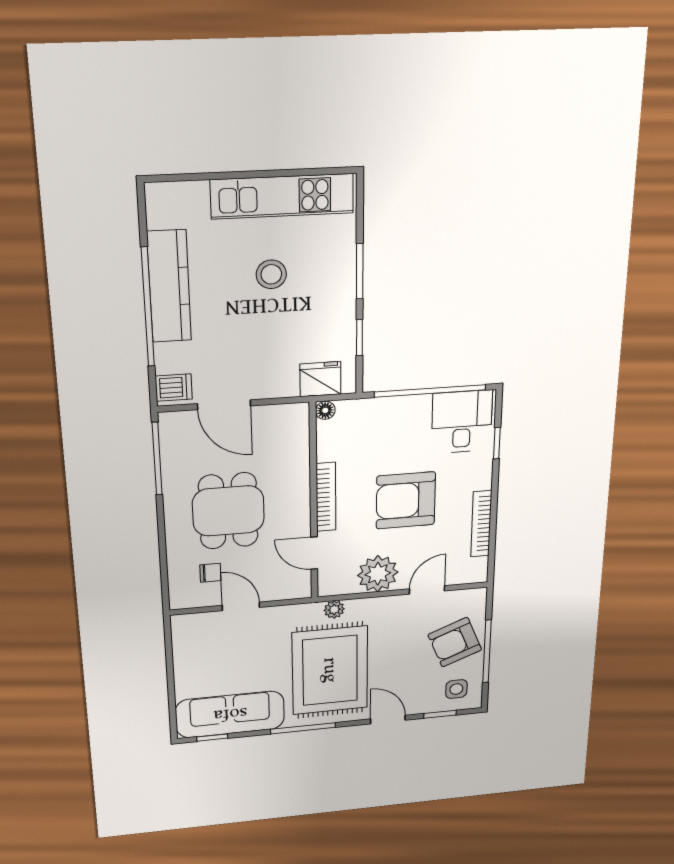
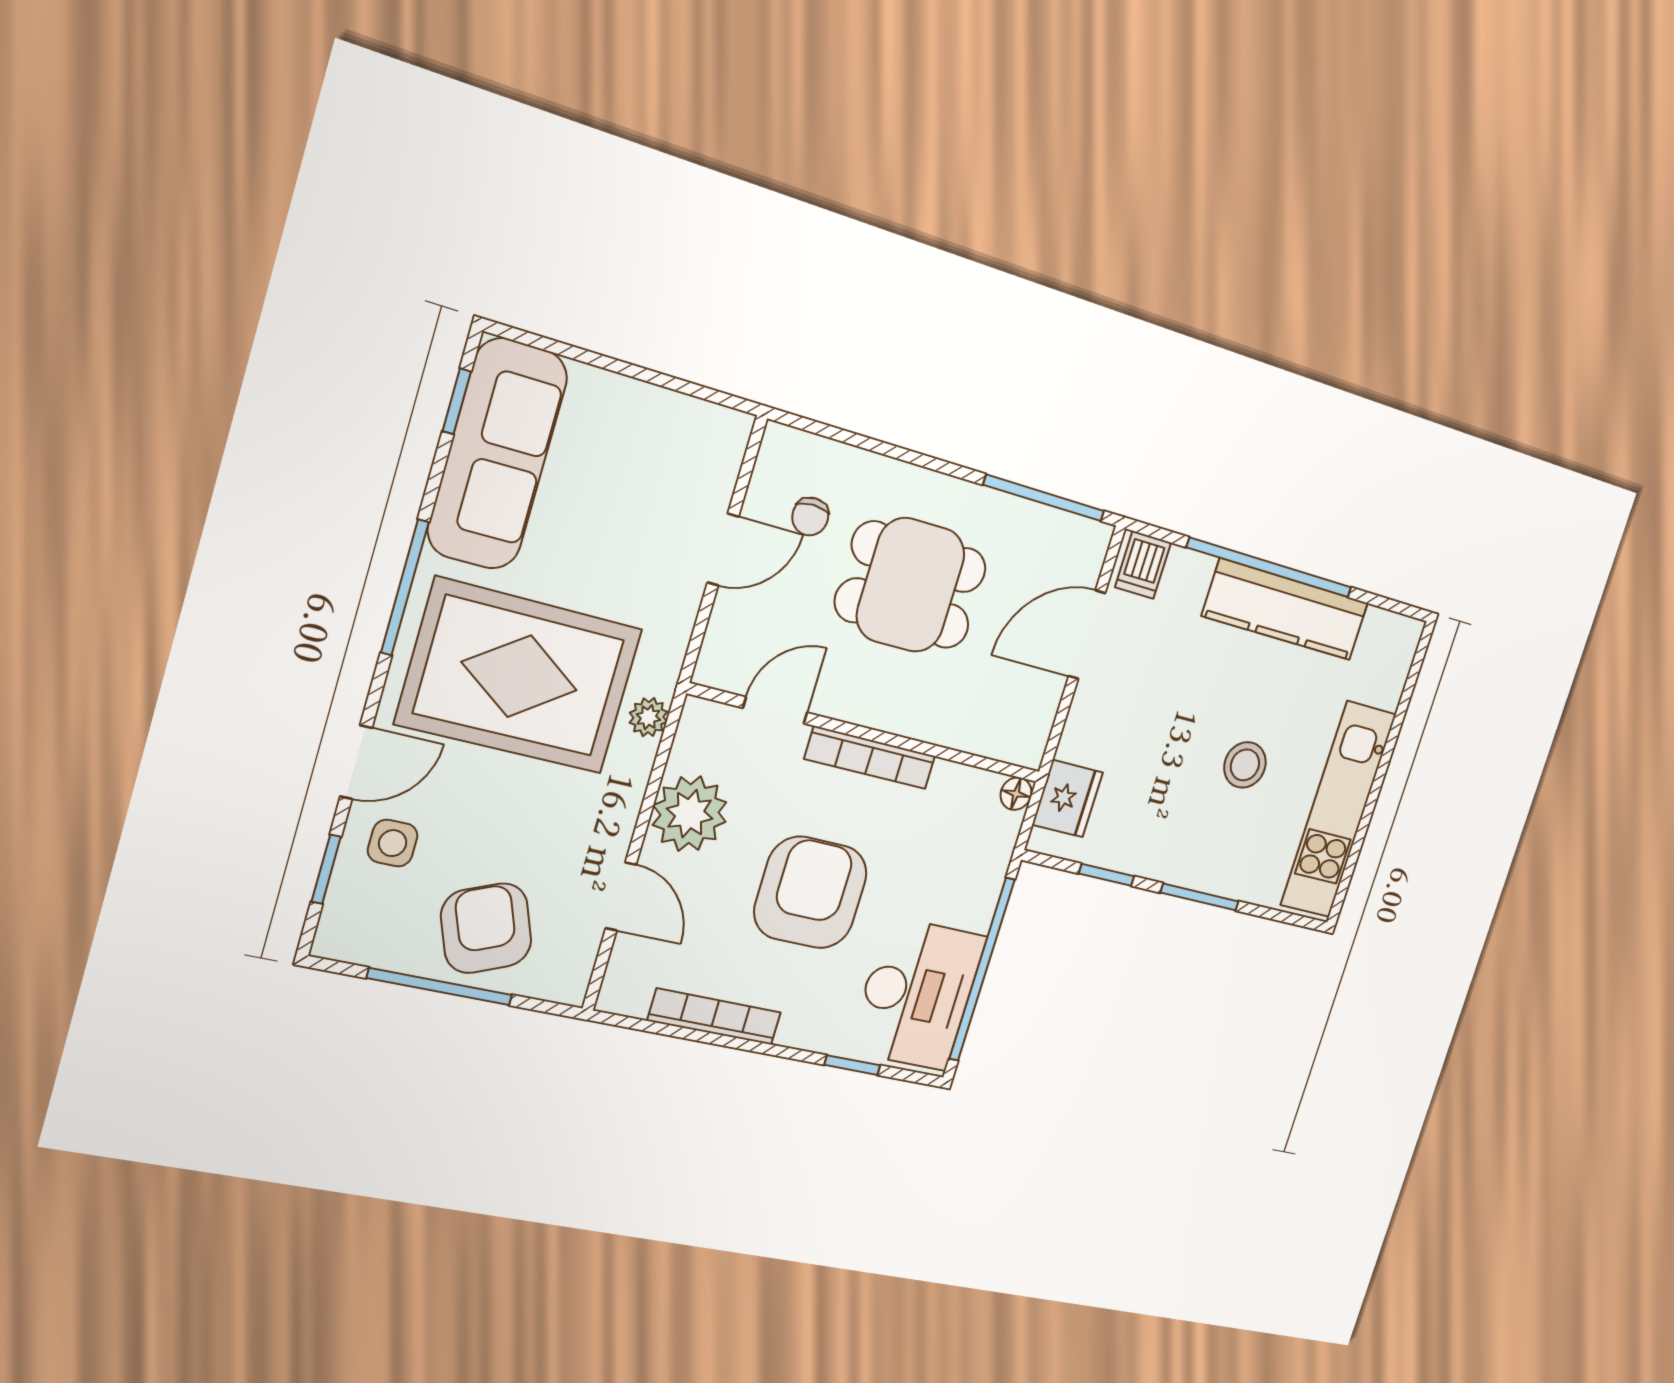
desk: (462, 422) -> (917, 994), width x1.37
side table: (456, 689) -> (393, 843), moved

